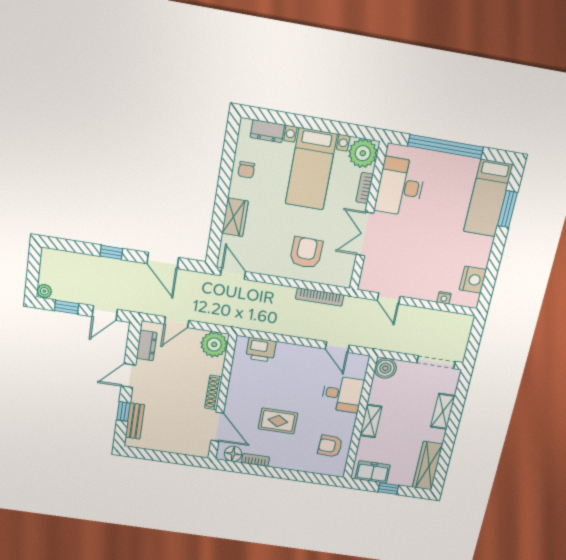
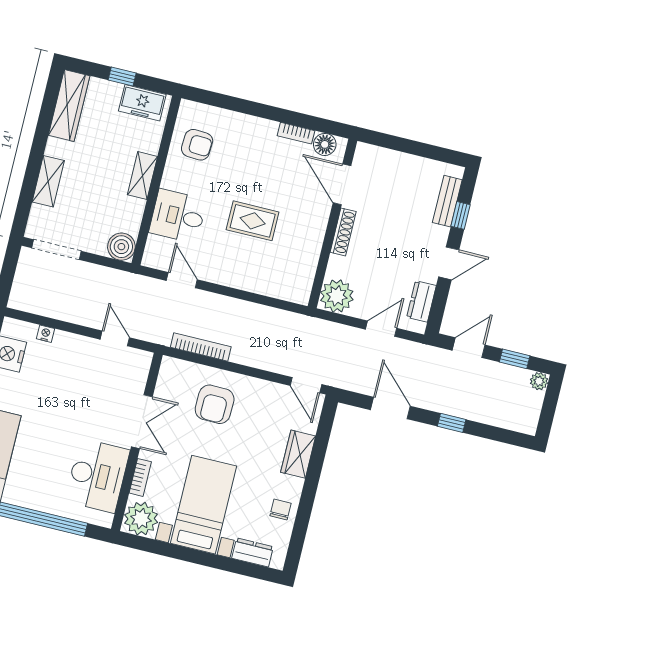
printer: (261, 350) -> (278, 284), removed
rug: (278, 421) -> (253, 221), moved

